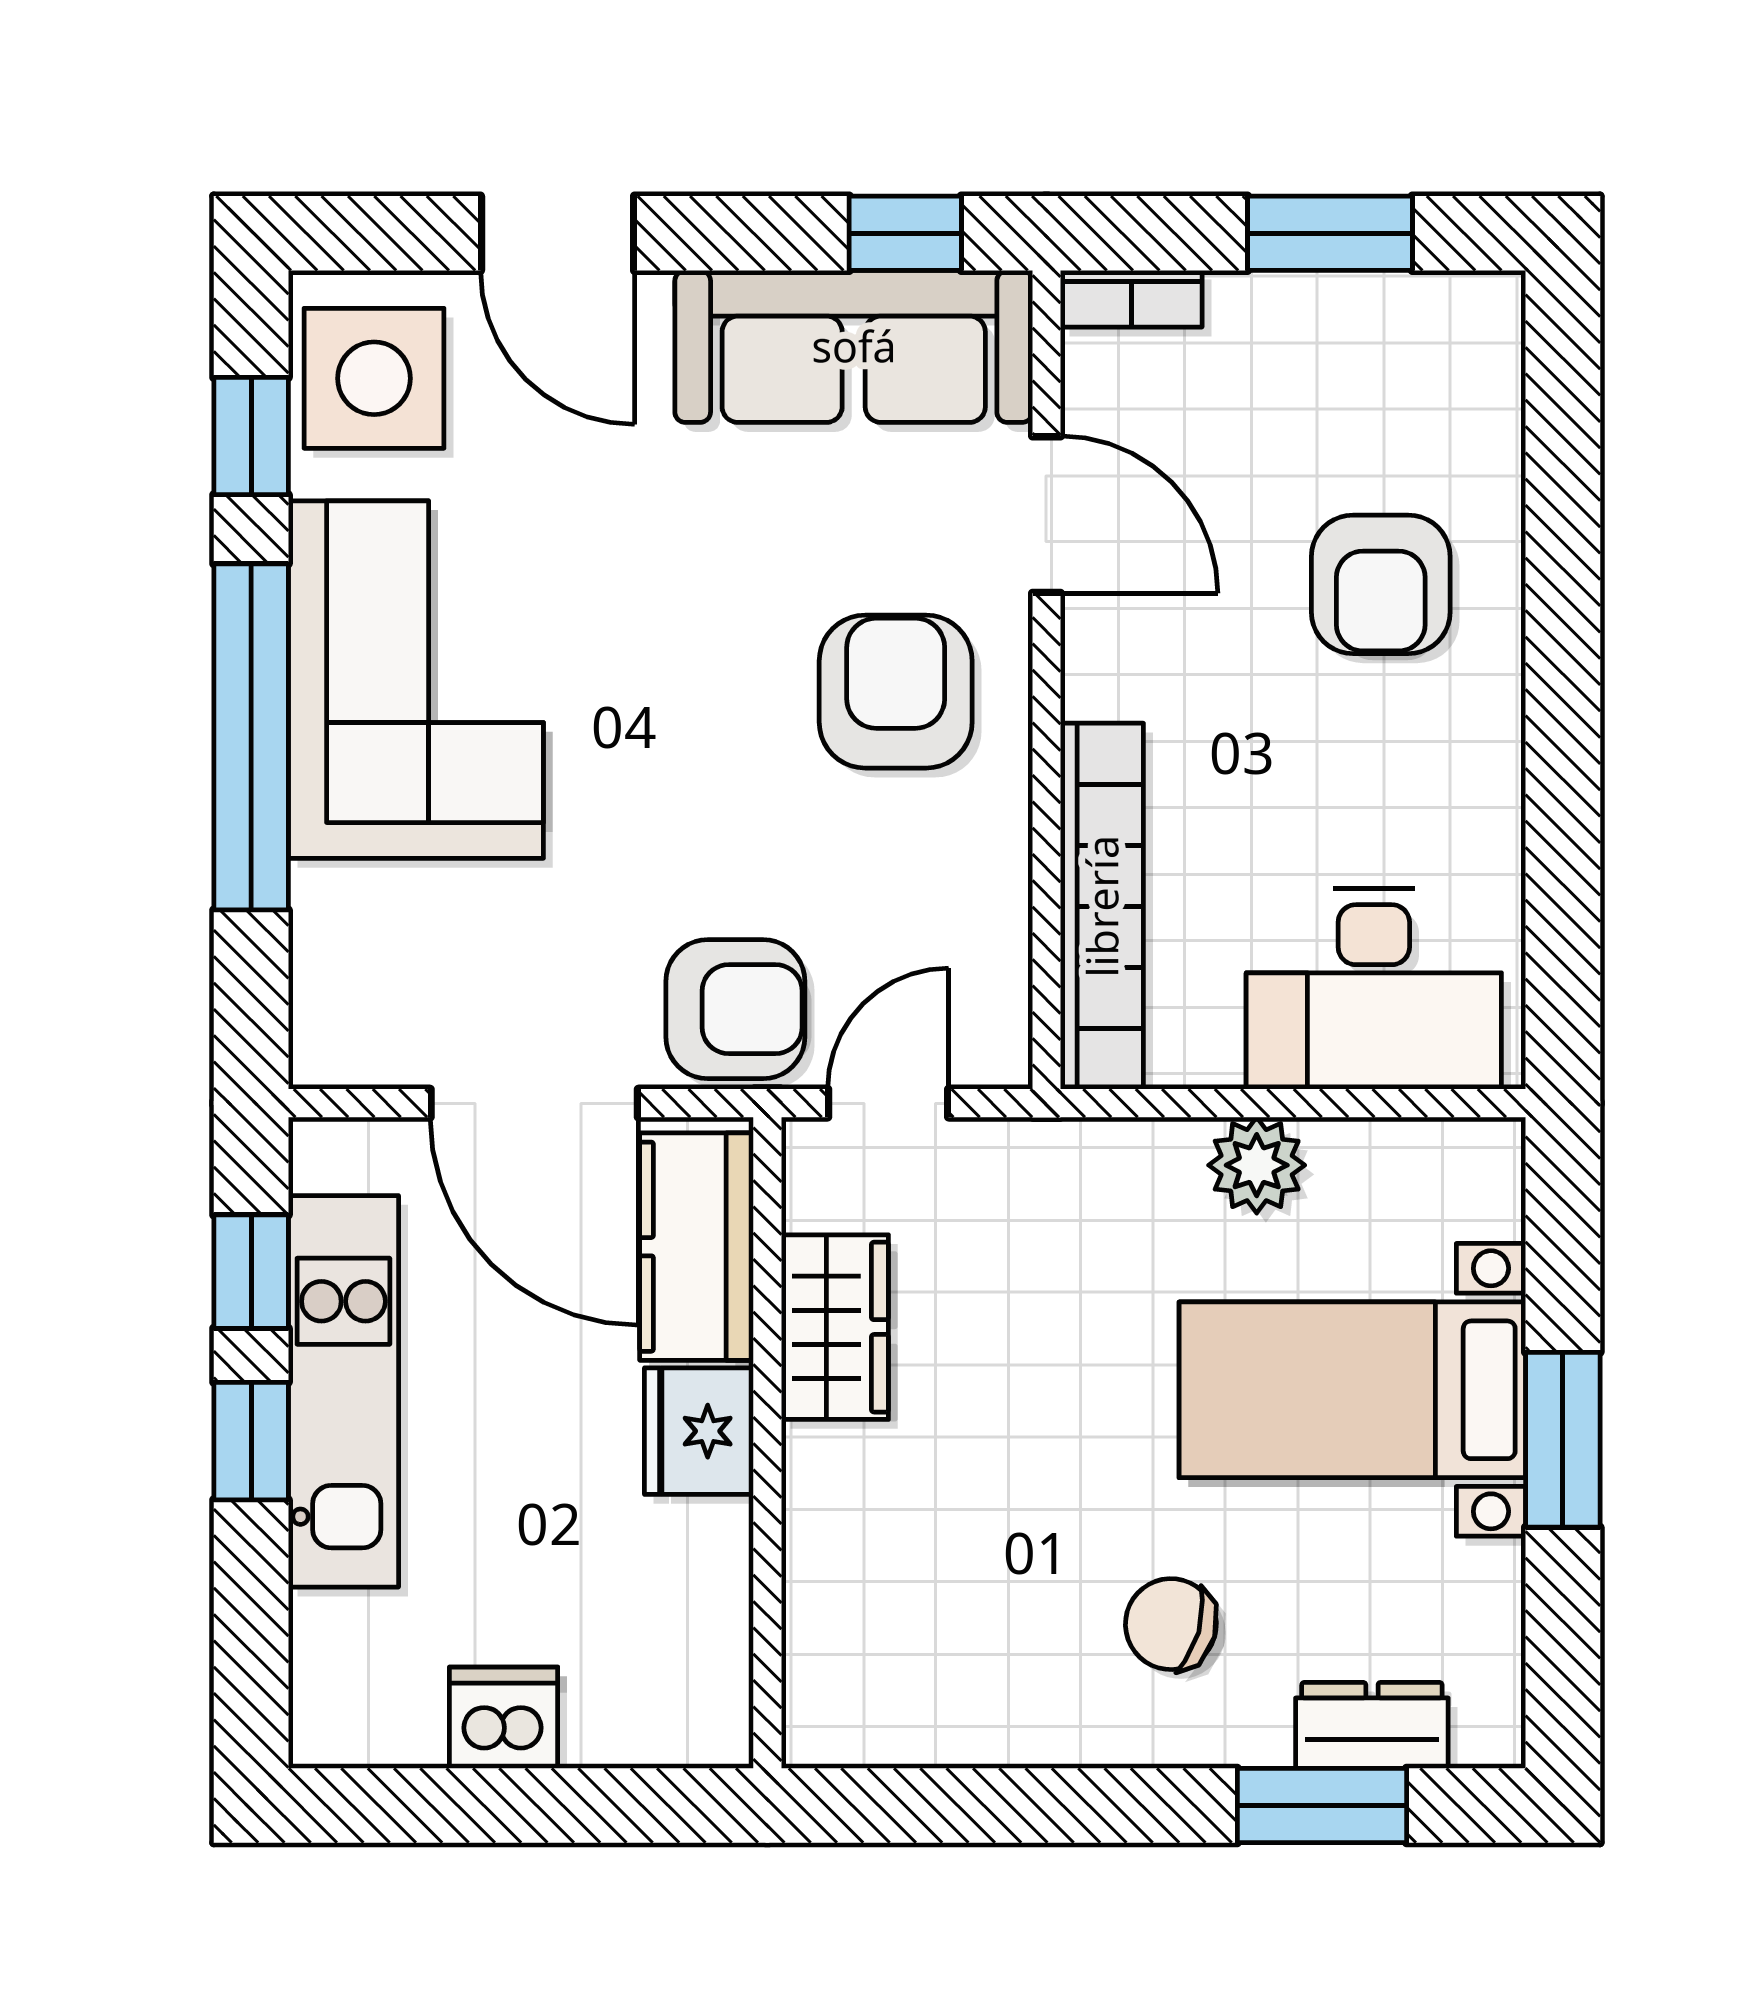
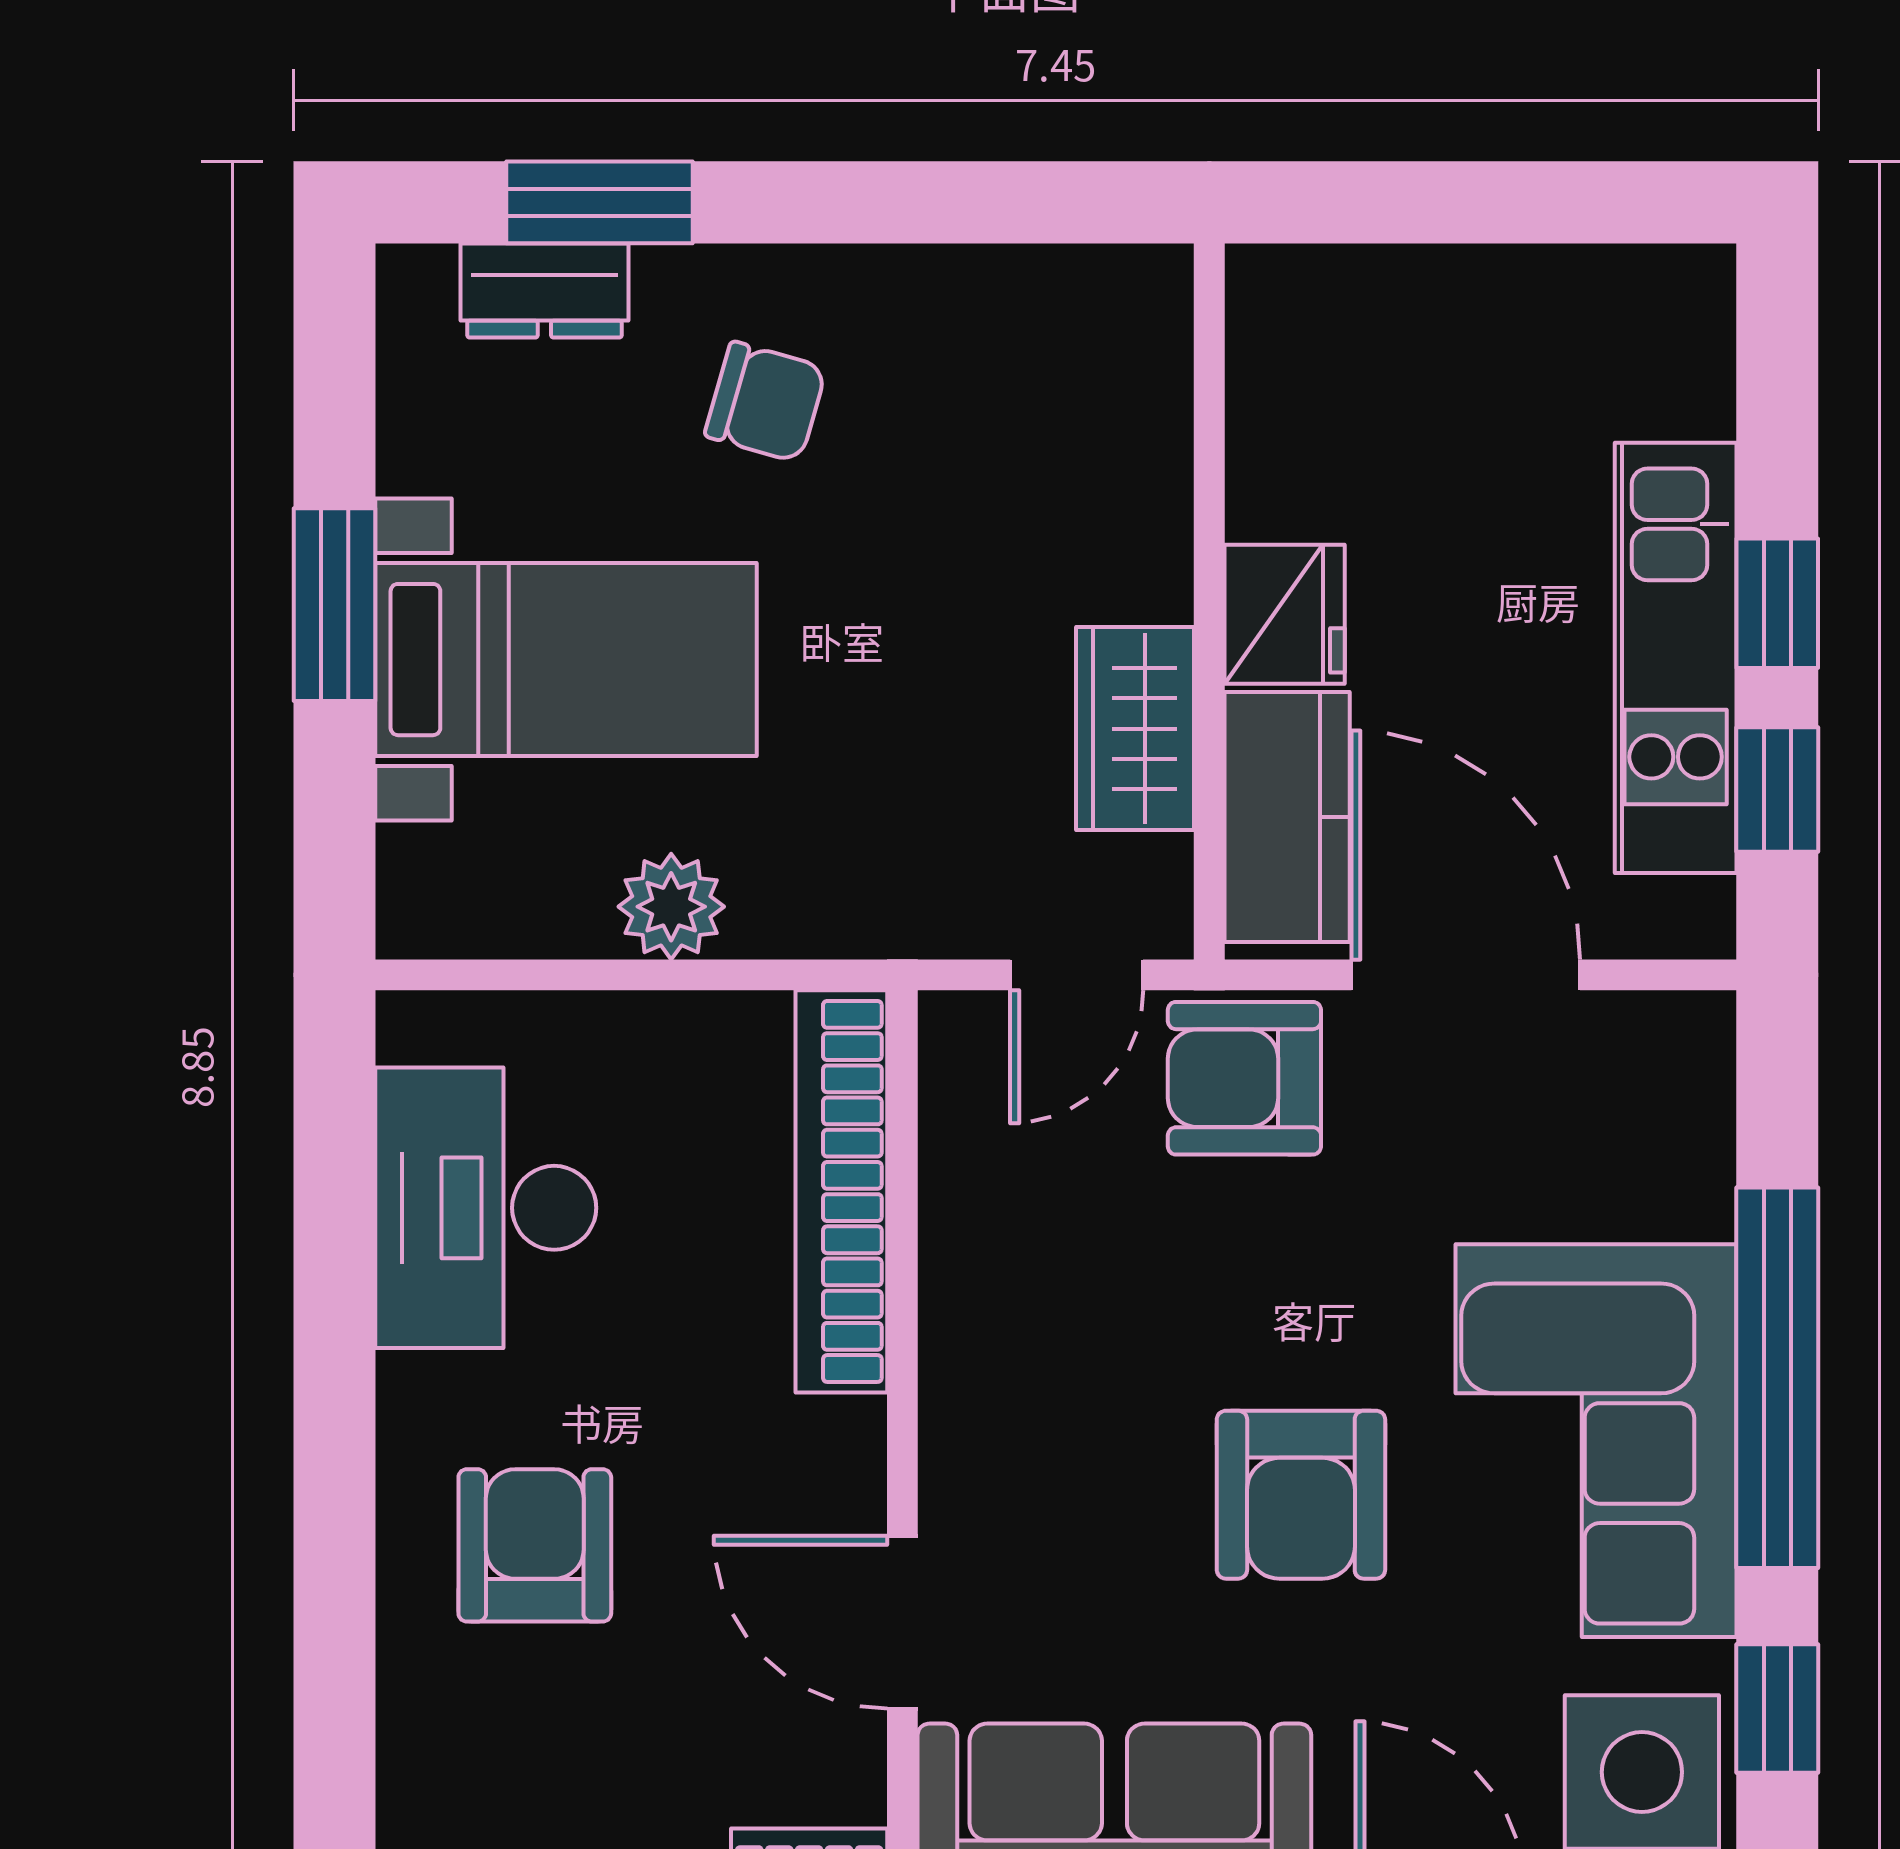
armchair: (896, 692) -> (1301, 1495), moved
desk: (1374, 989) -> (486, 1208), moved, turned -90
dishwasher: (504, 1718) -> (1499, 299), removed

